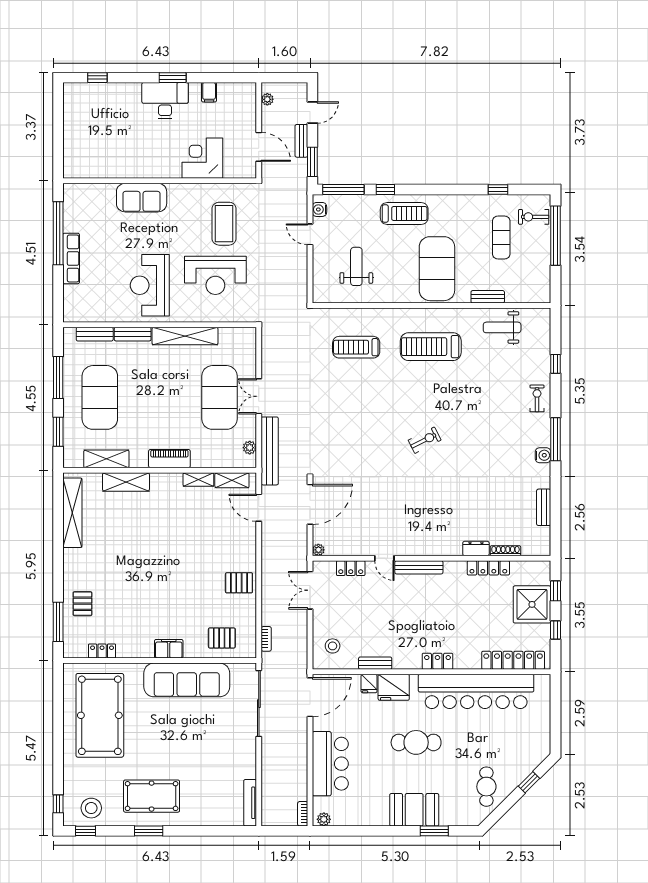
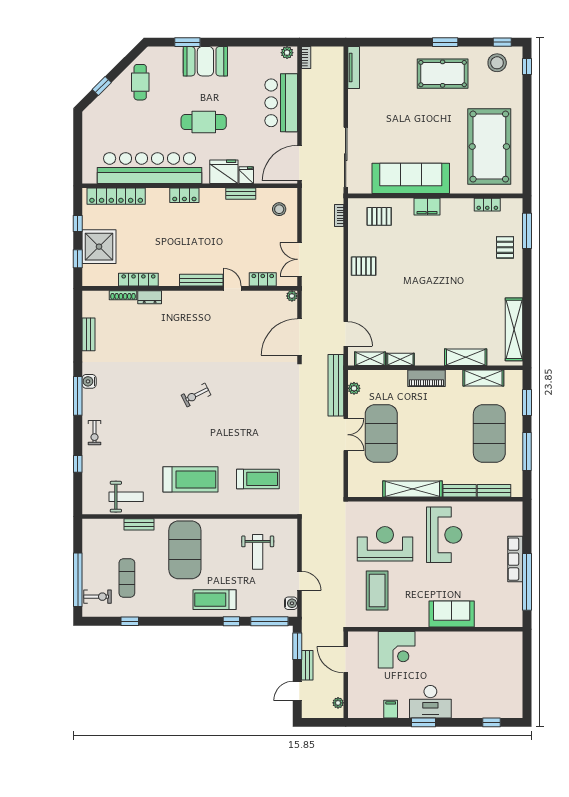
double door: (310, 590) -> (299, 259), swing flipped

